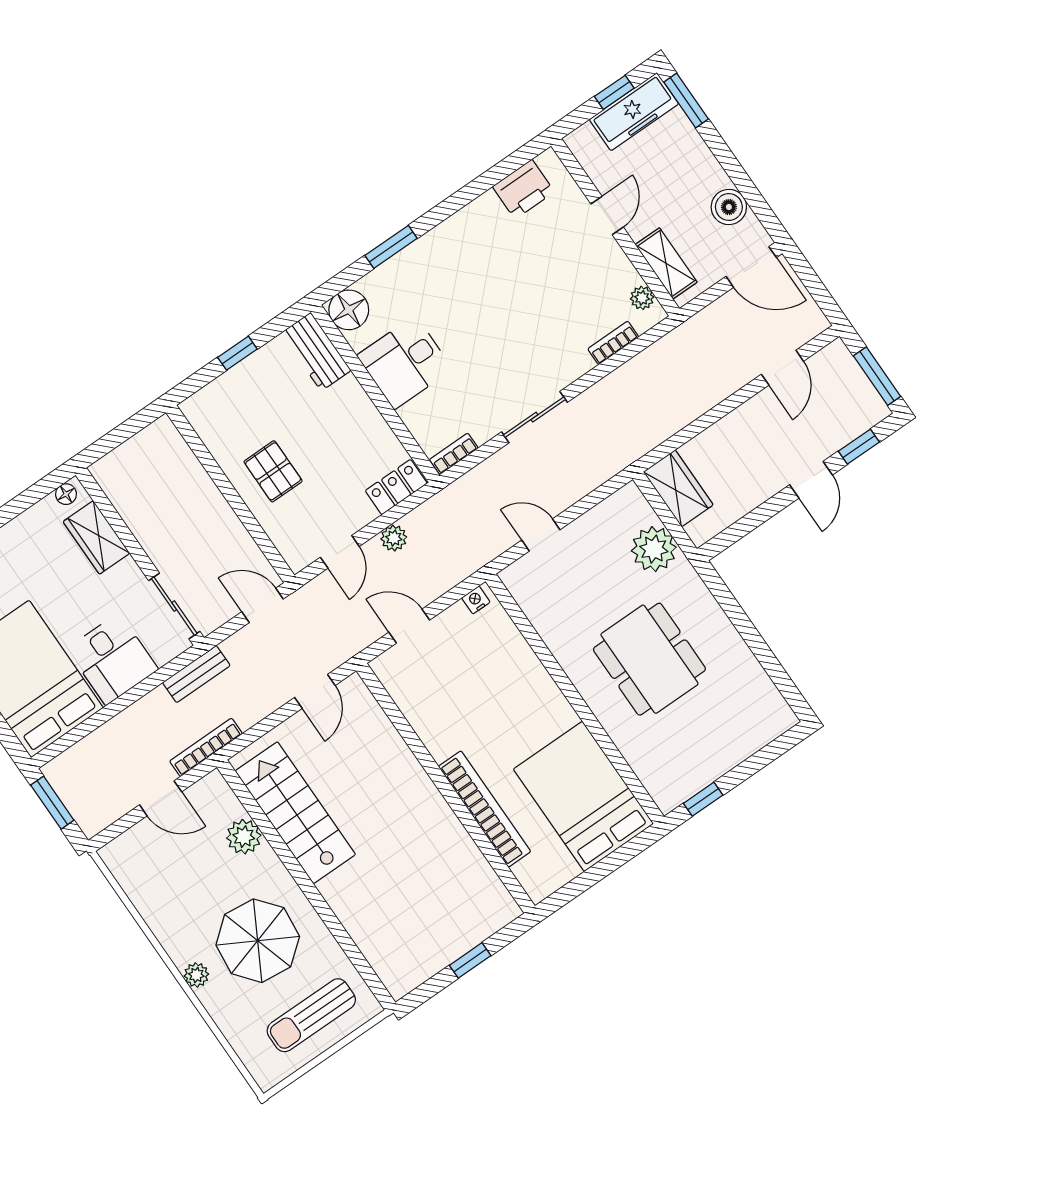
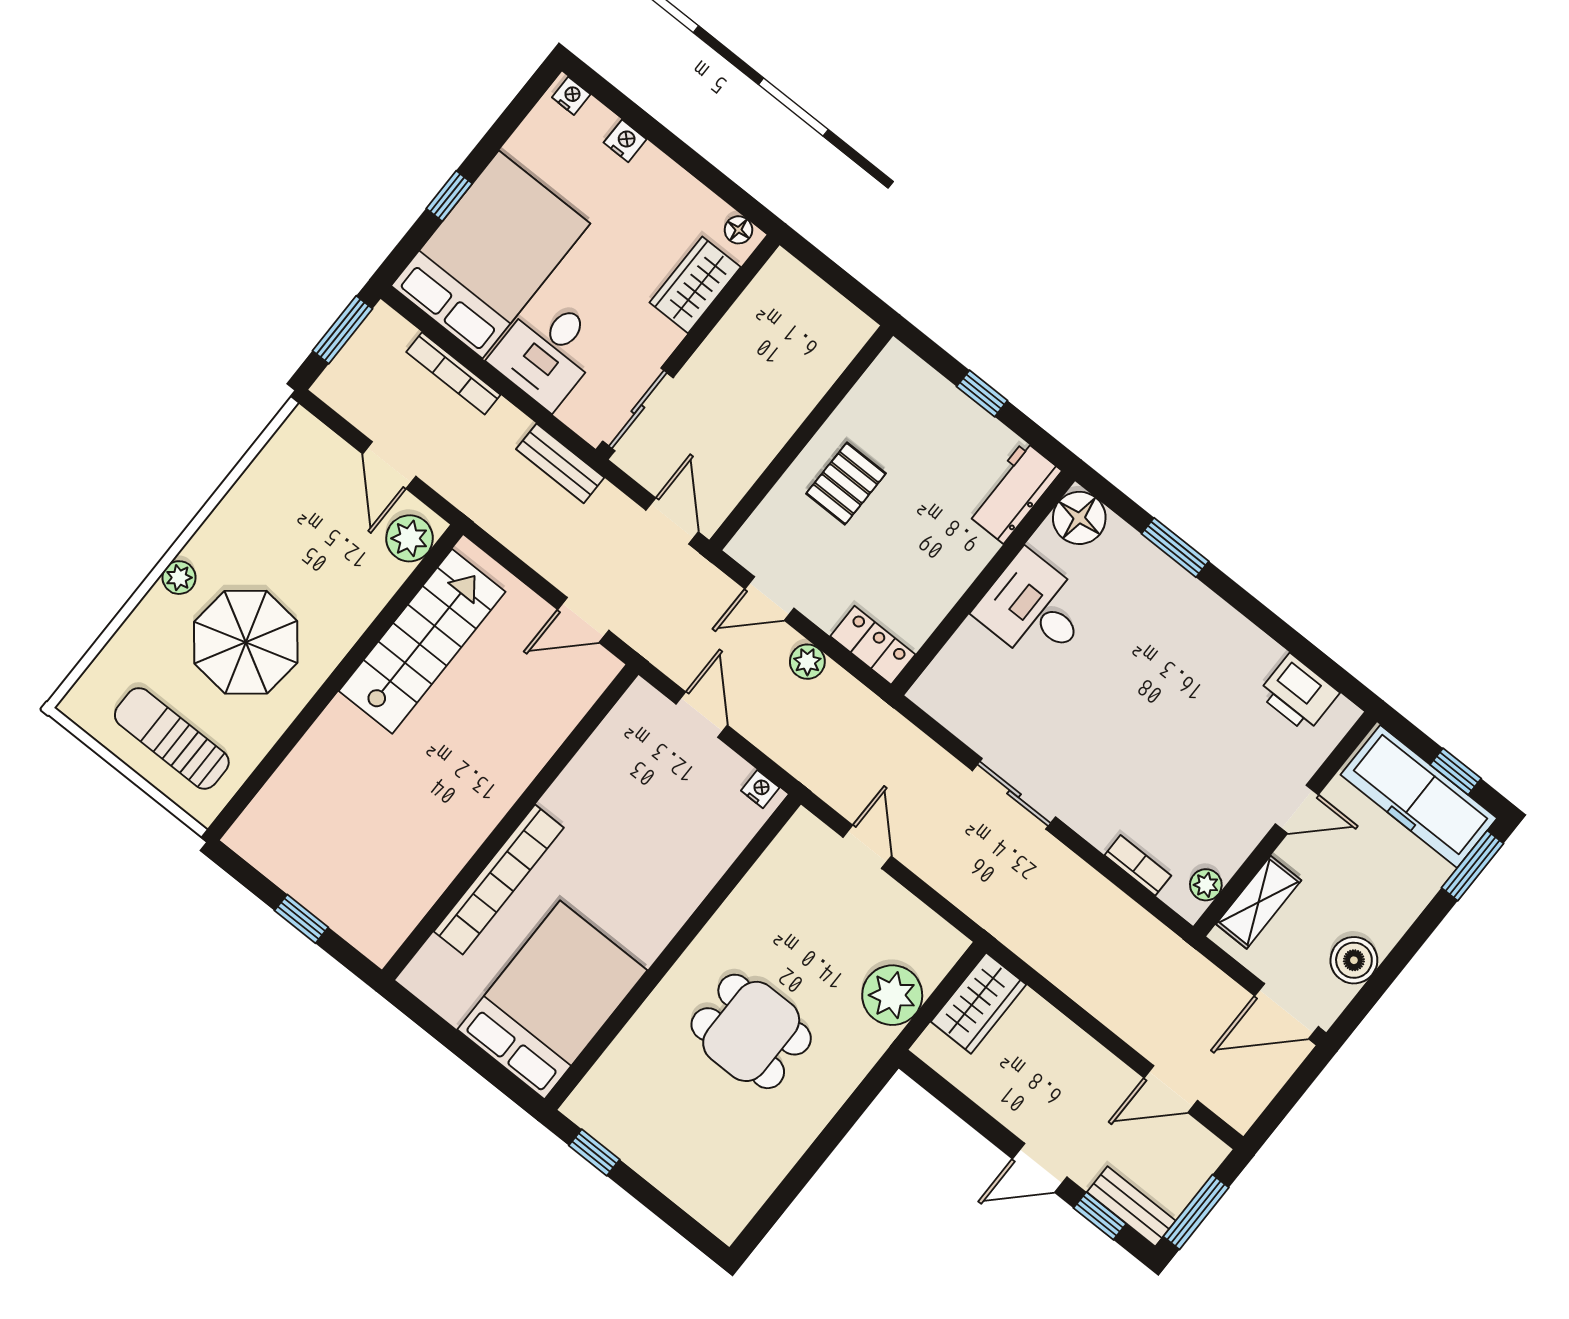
freezer: (634, 112) -> (1419, 796), width x1.36, depth x1.26
door: (751, 267) -> (1286, 1011), hinge flipped
bench: (859, 422) -> (1131, 1206), added
bookcase: (454, 454) -> (937, 706), removed
dining table: (649, 659) -> (751, 1031), width x0.73
bookcase: (206, 747) -> (453, 373), moved, turned 180
plant: (244, 837) -> (410, 538), moved

